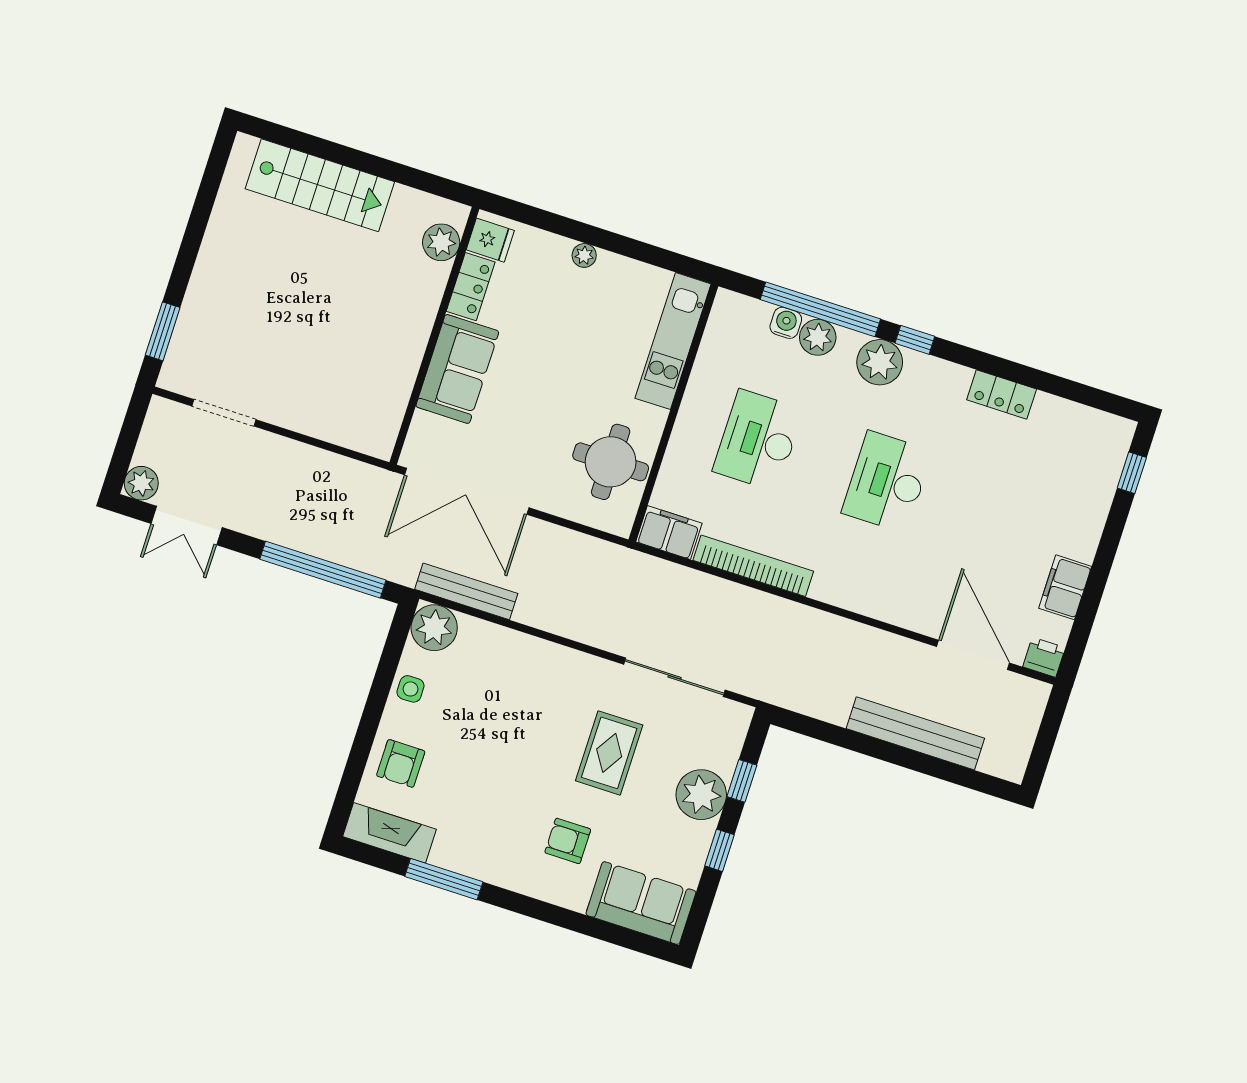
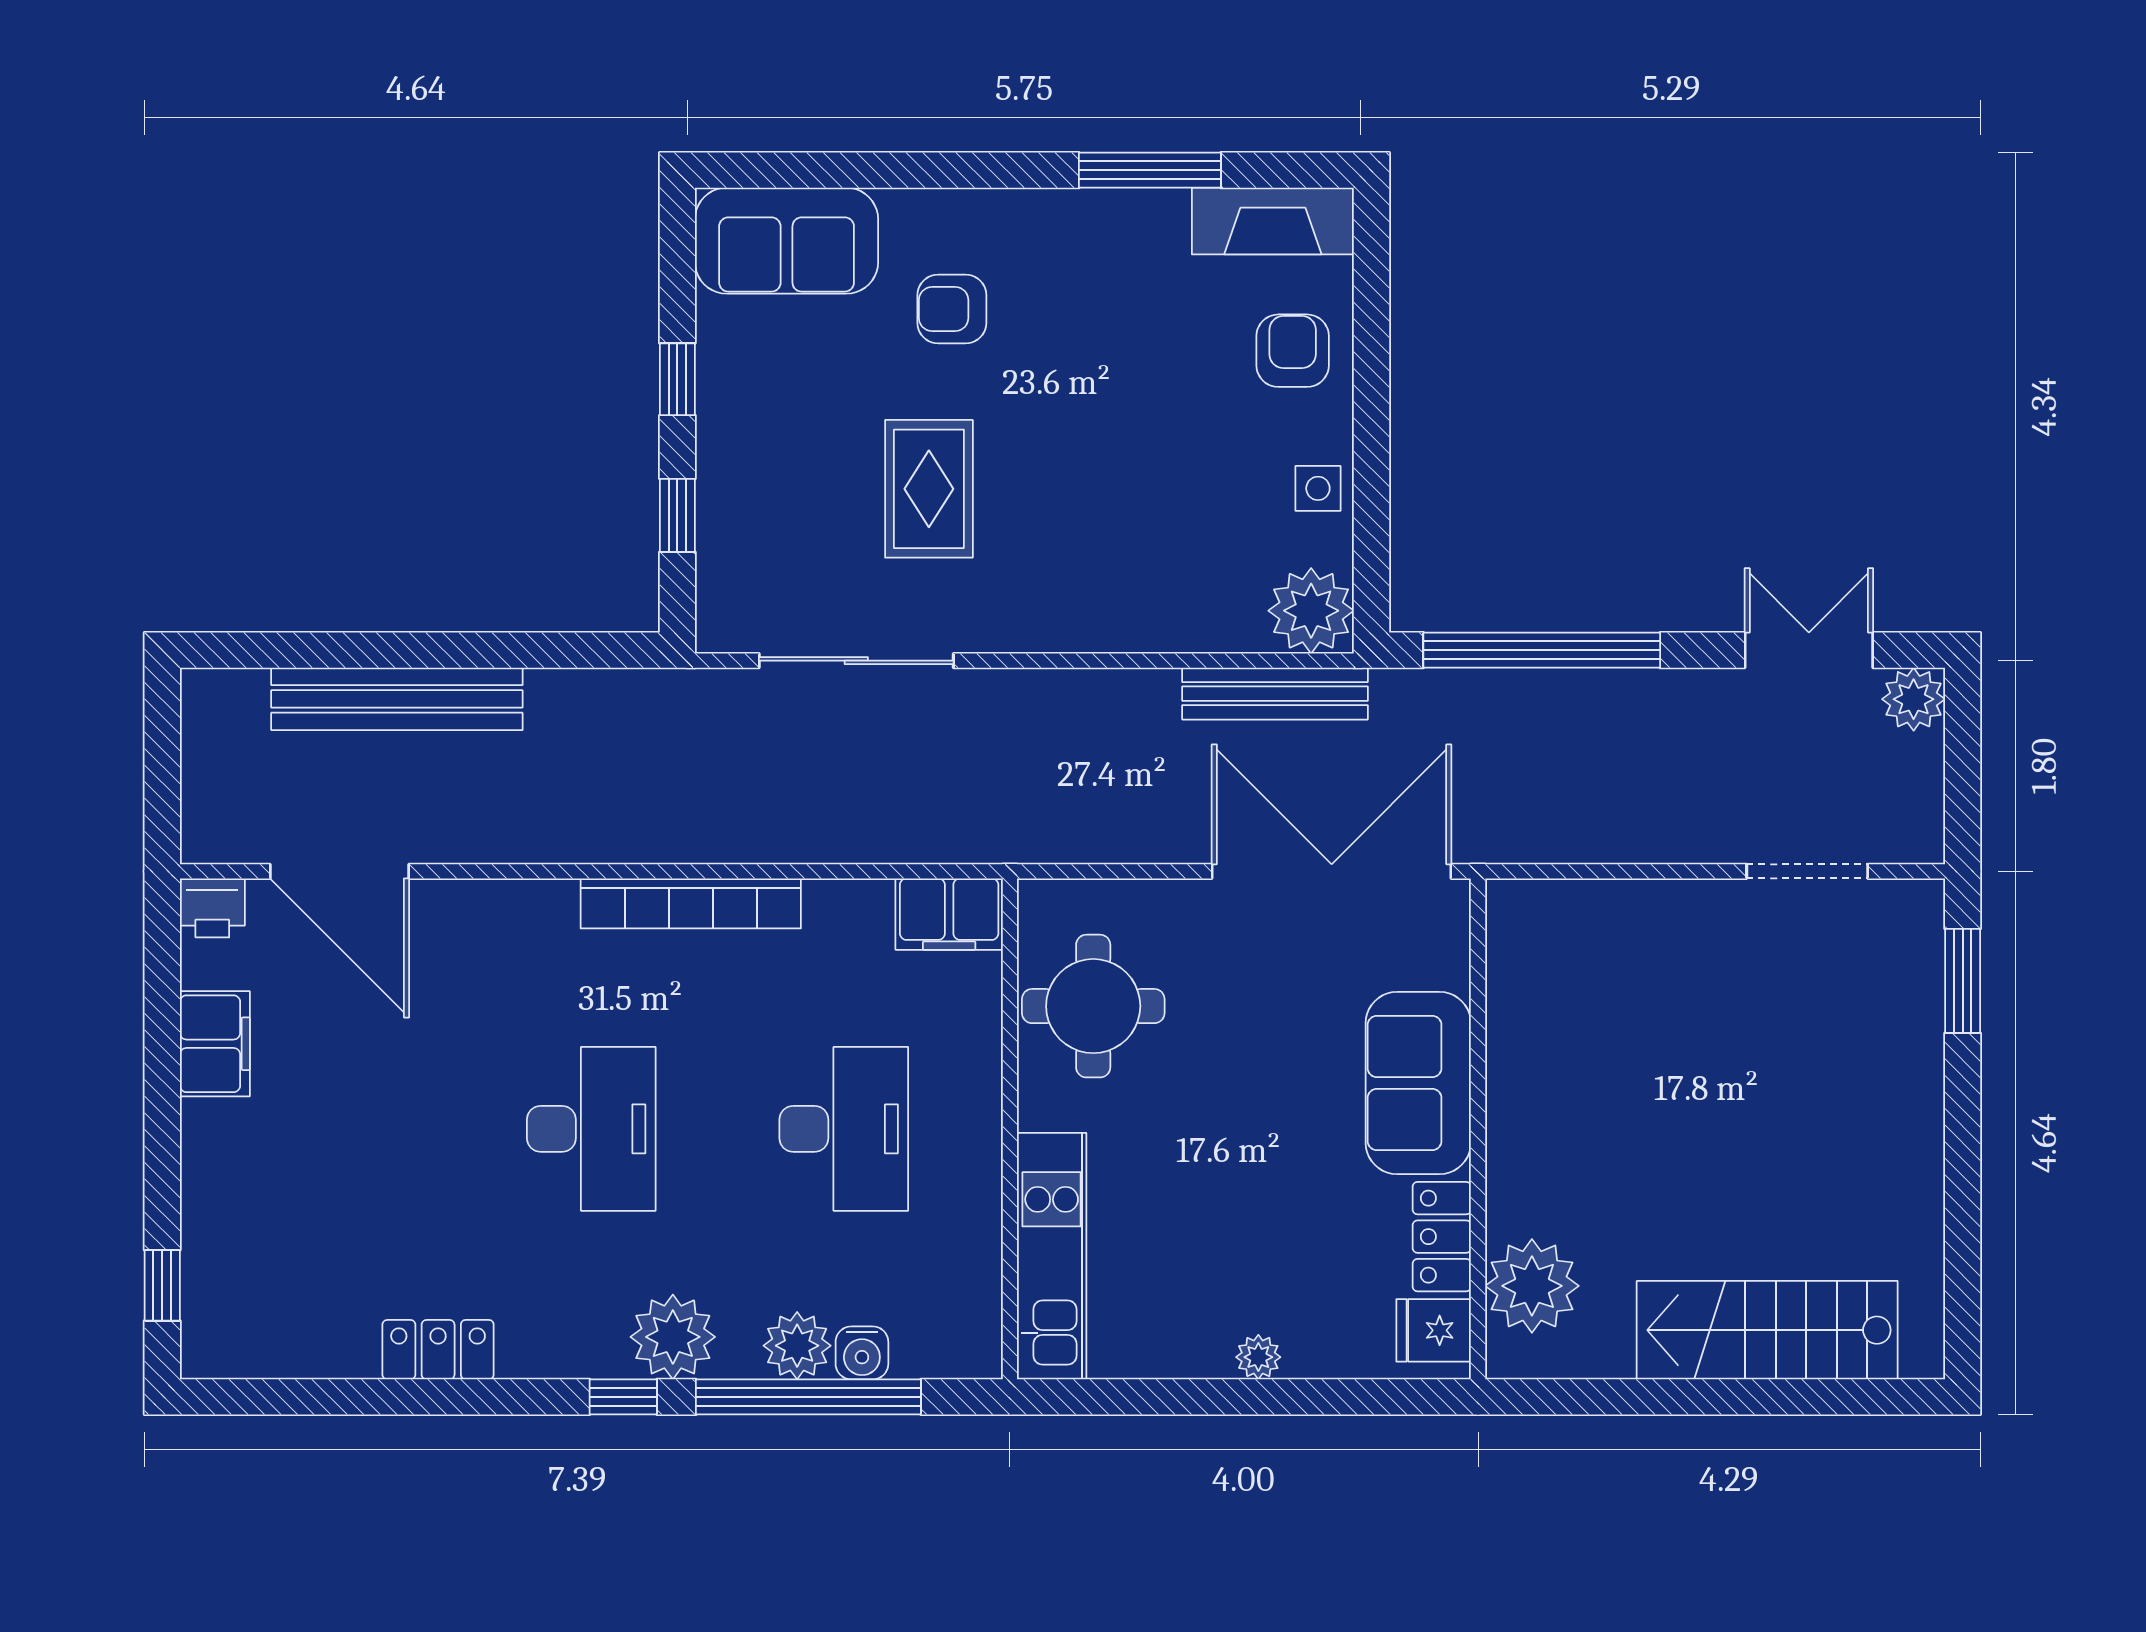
plant: (441, 242) -> (1532, 1286), width x1.36, depth x1.36
bookcase: (753, 566) -> (691, 903), moved
plant: (701, 795) -> (742, 468), removed
armchair: (568, 841) -> (952, 309), turned 180

